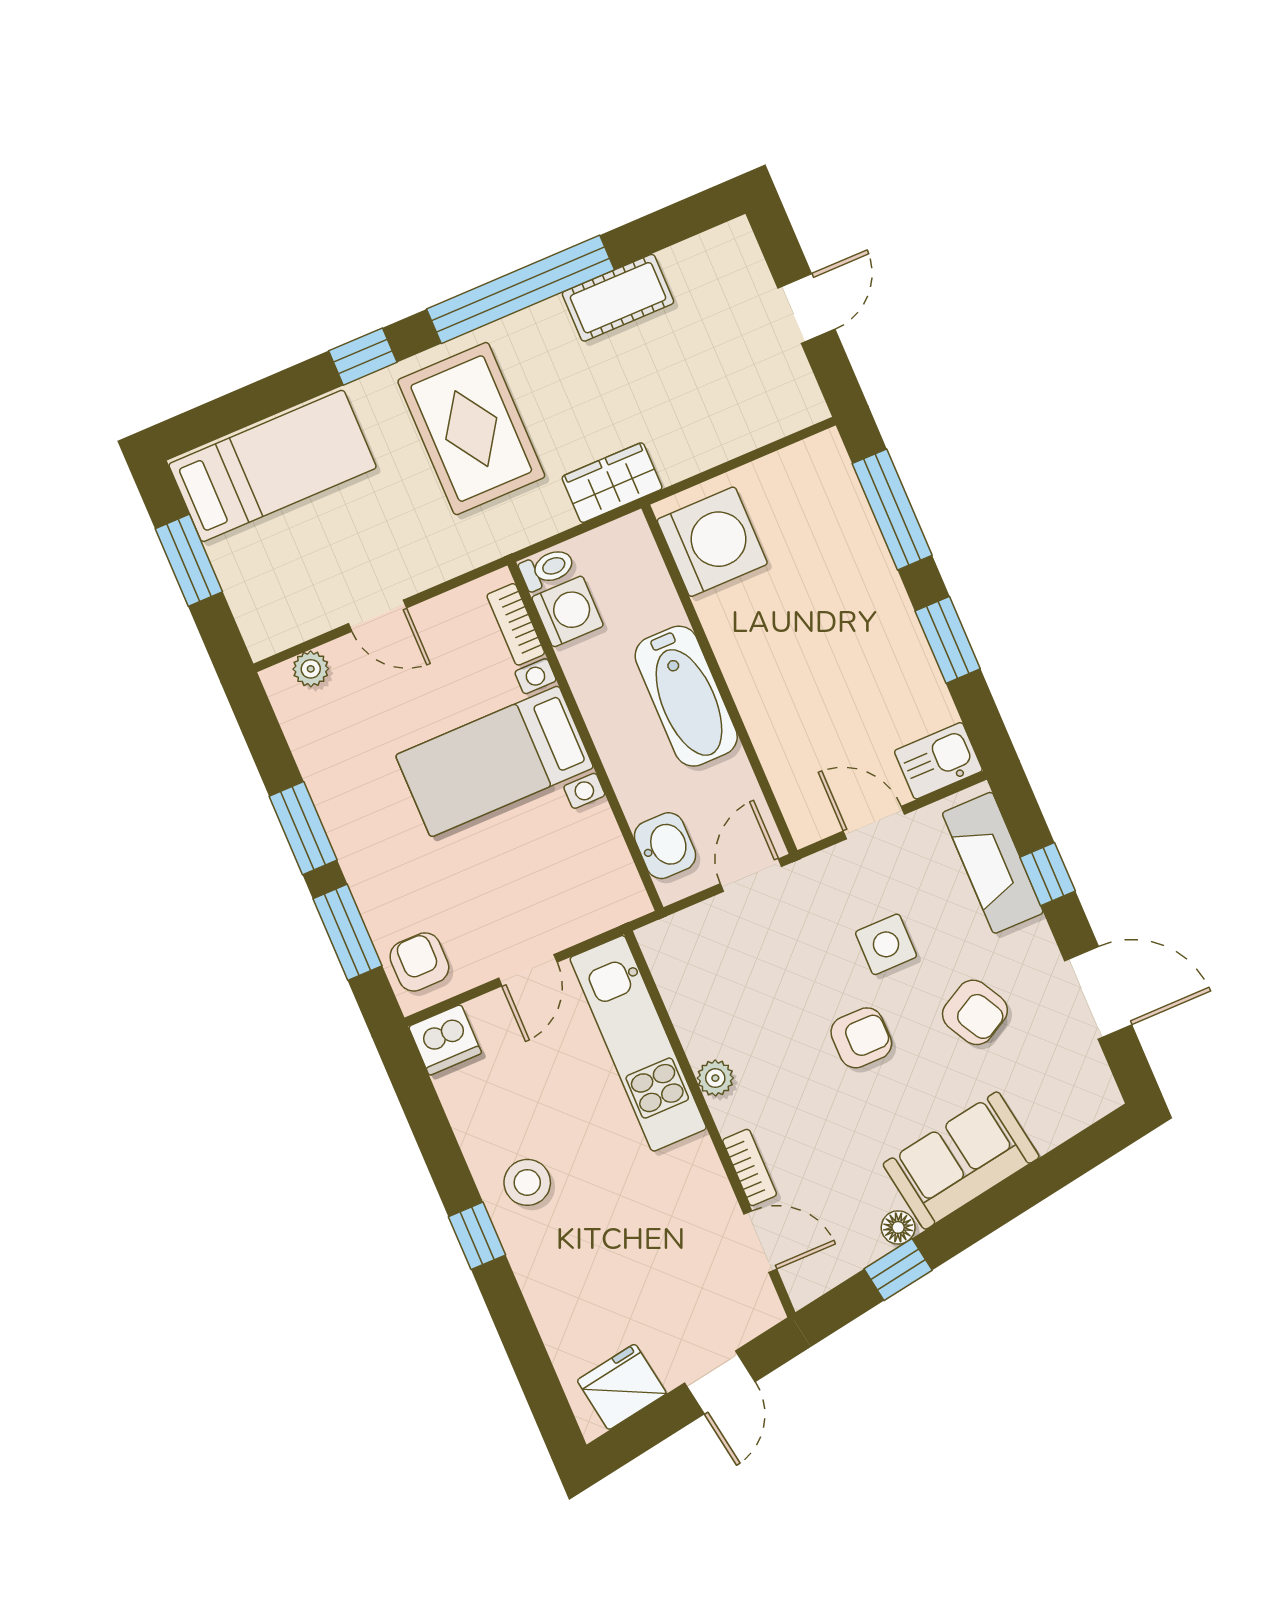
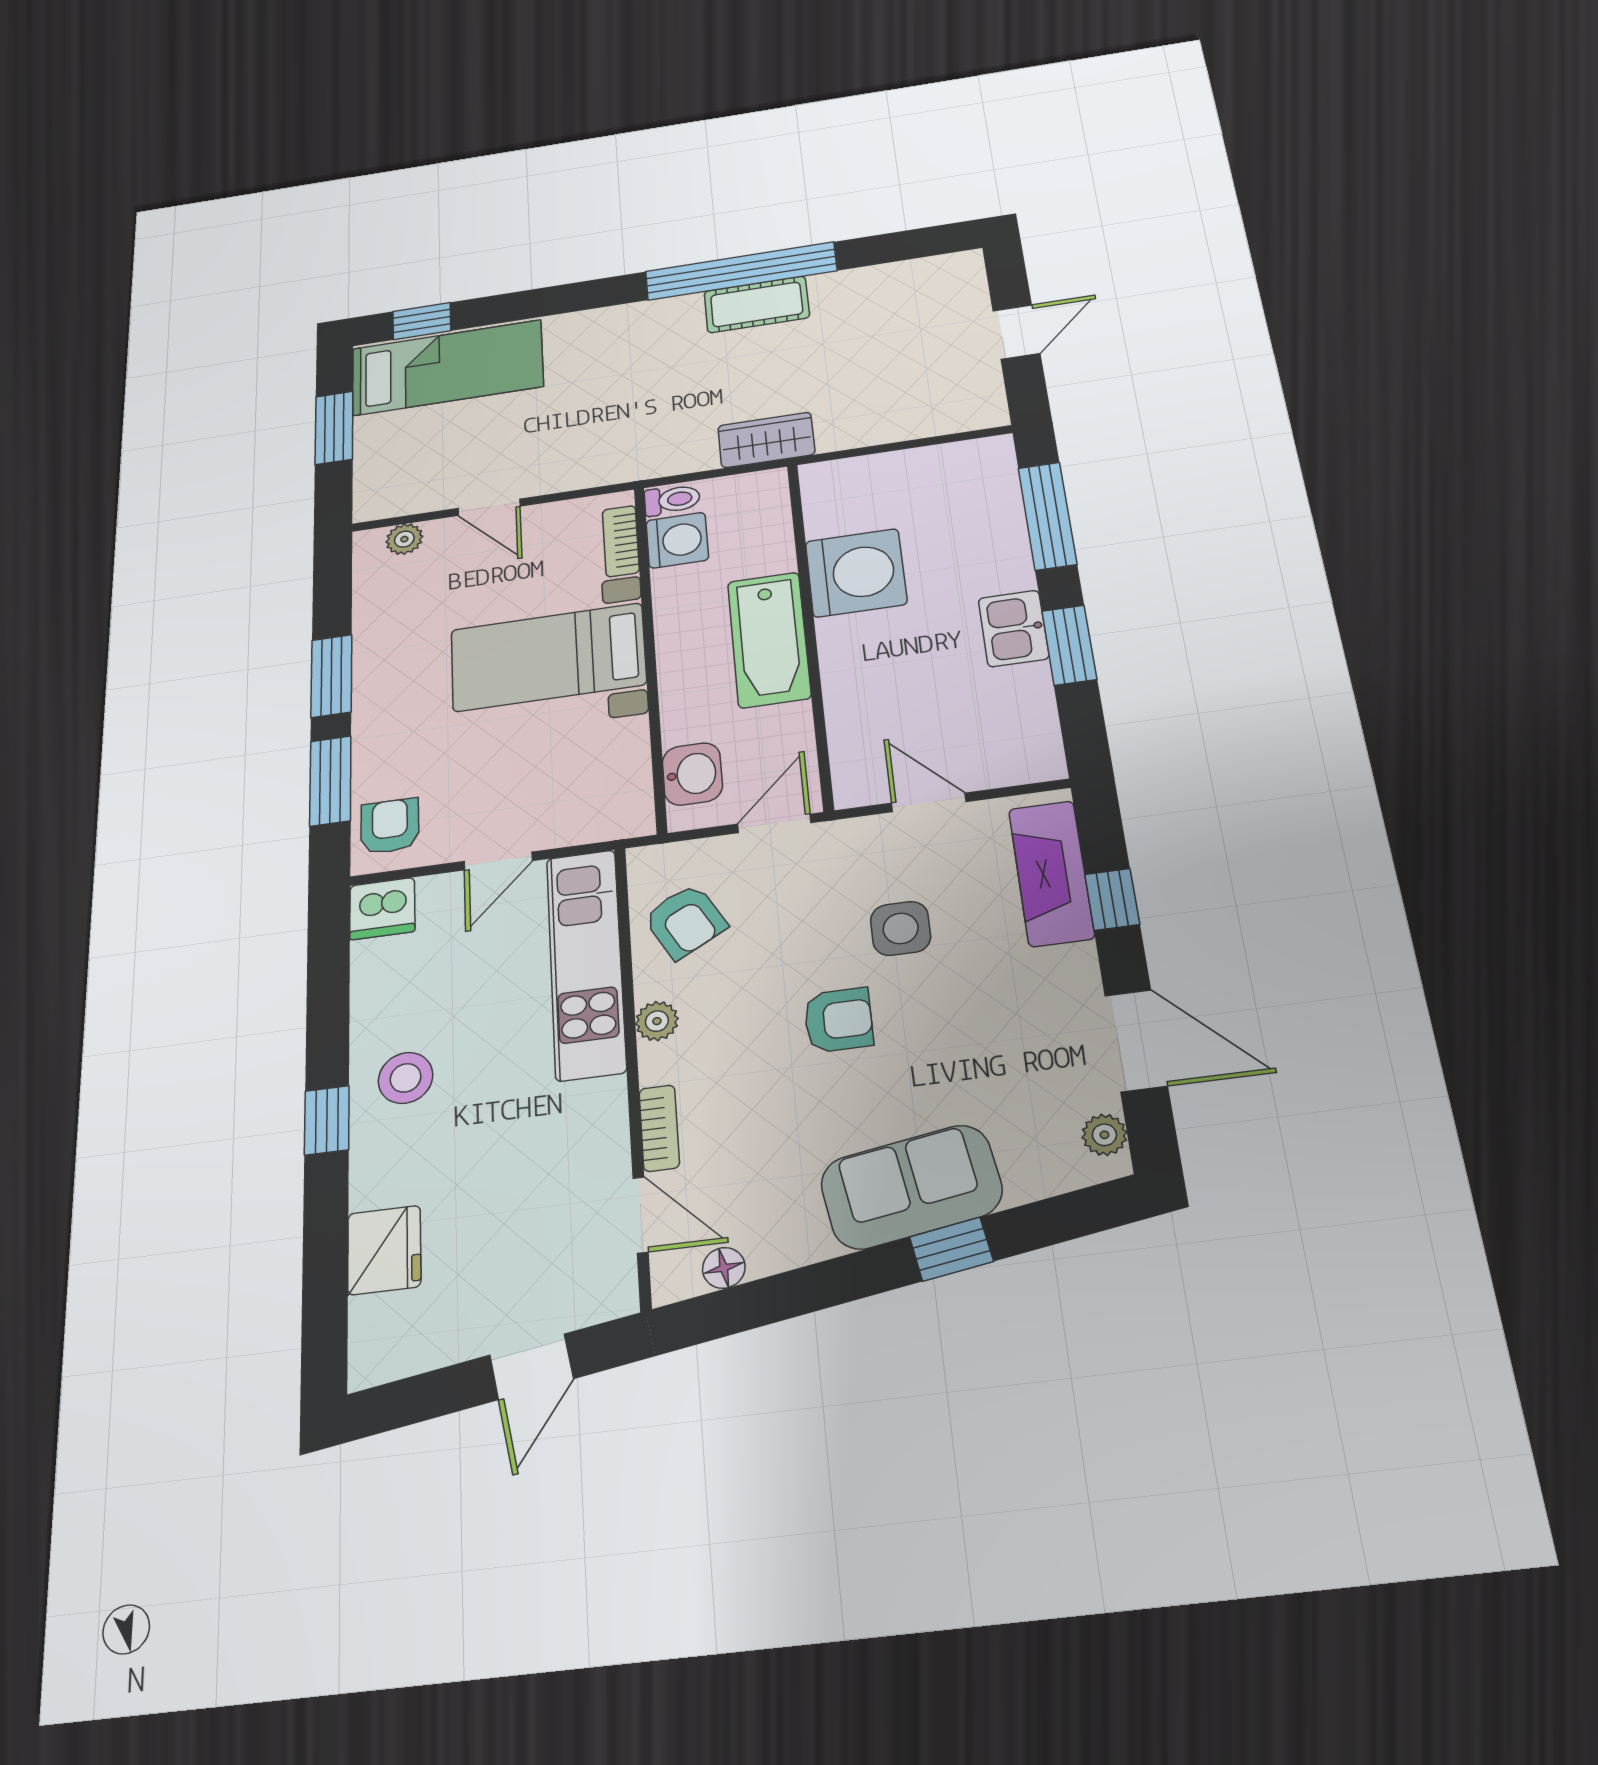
cot: (618, 298) -> (757, 304), moved
window: (363, 357) -> (422, 321), moved
rug: (471, 429) -> (647, 371), removed
washing machine: (712, 542) -> (856, 573), moved
kitchen sink: (938, 761) -> (1014, 628), moved, turned -90
armchair: (975, 1012) -> (685, 921), moved
plant: (1095, 1078) -> (1104, 1135), added
floor lamp: (898, 1227) -> (724, 1268), moved
window: (898, 1270) -> (951, 1249), moved
fridge: (622, 1387) -> (384, 1250), moved, turned 99

